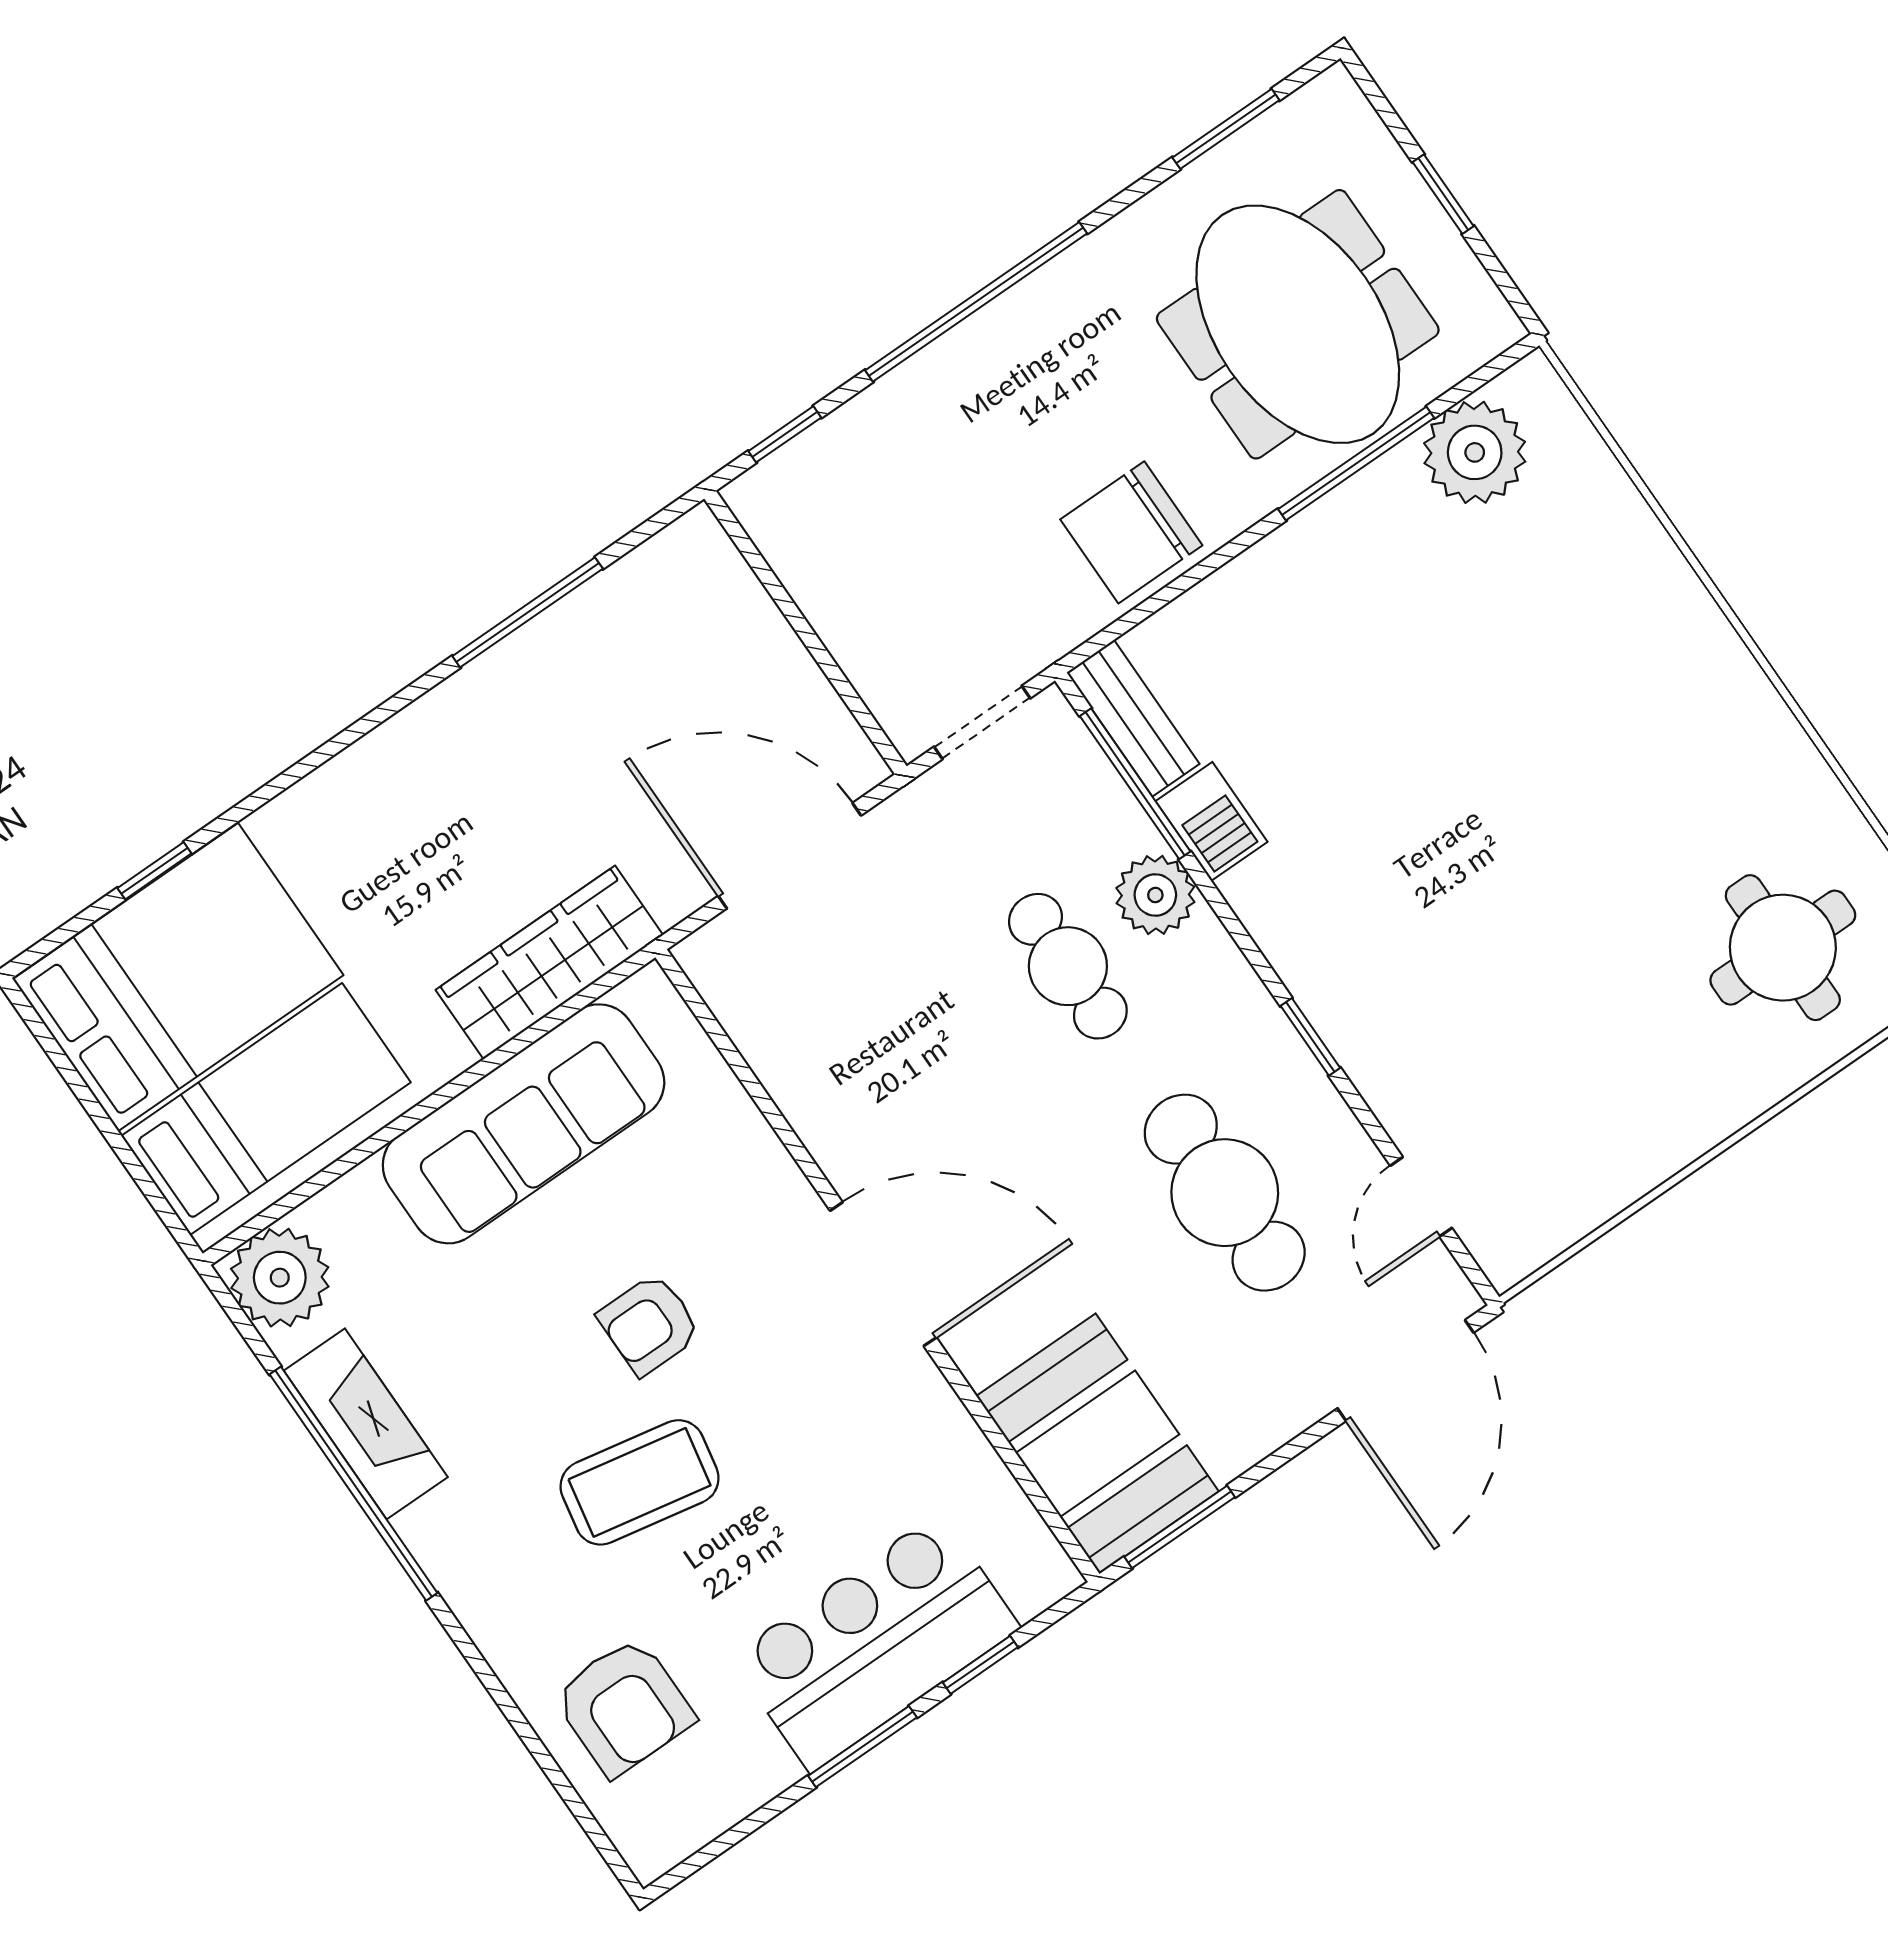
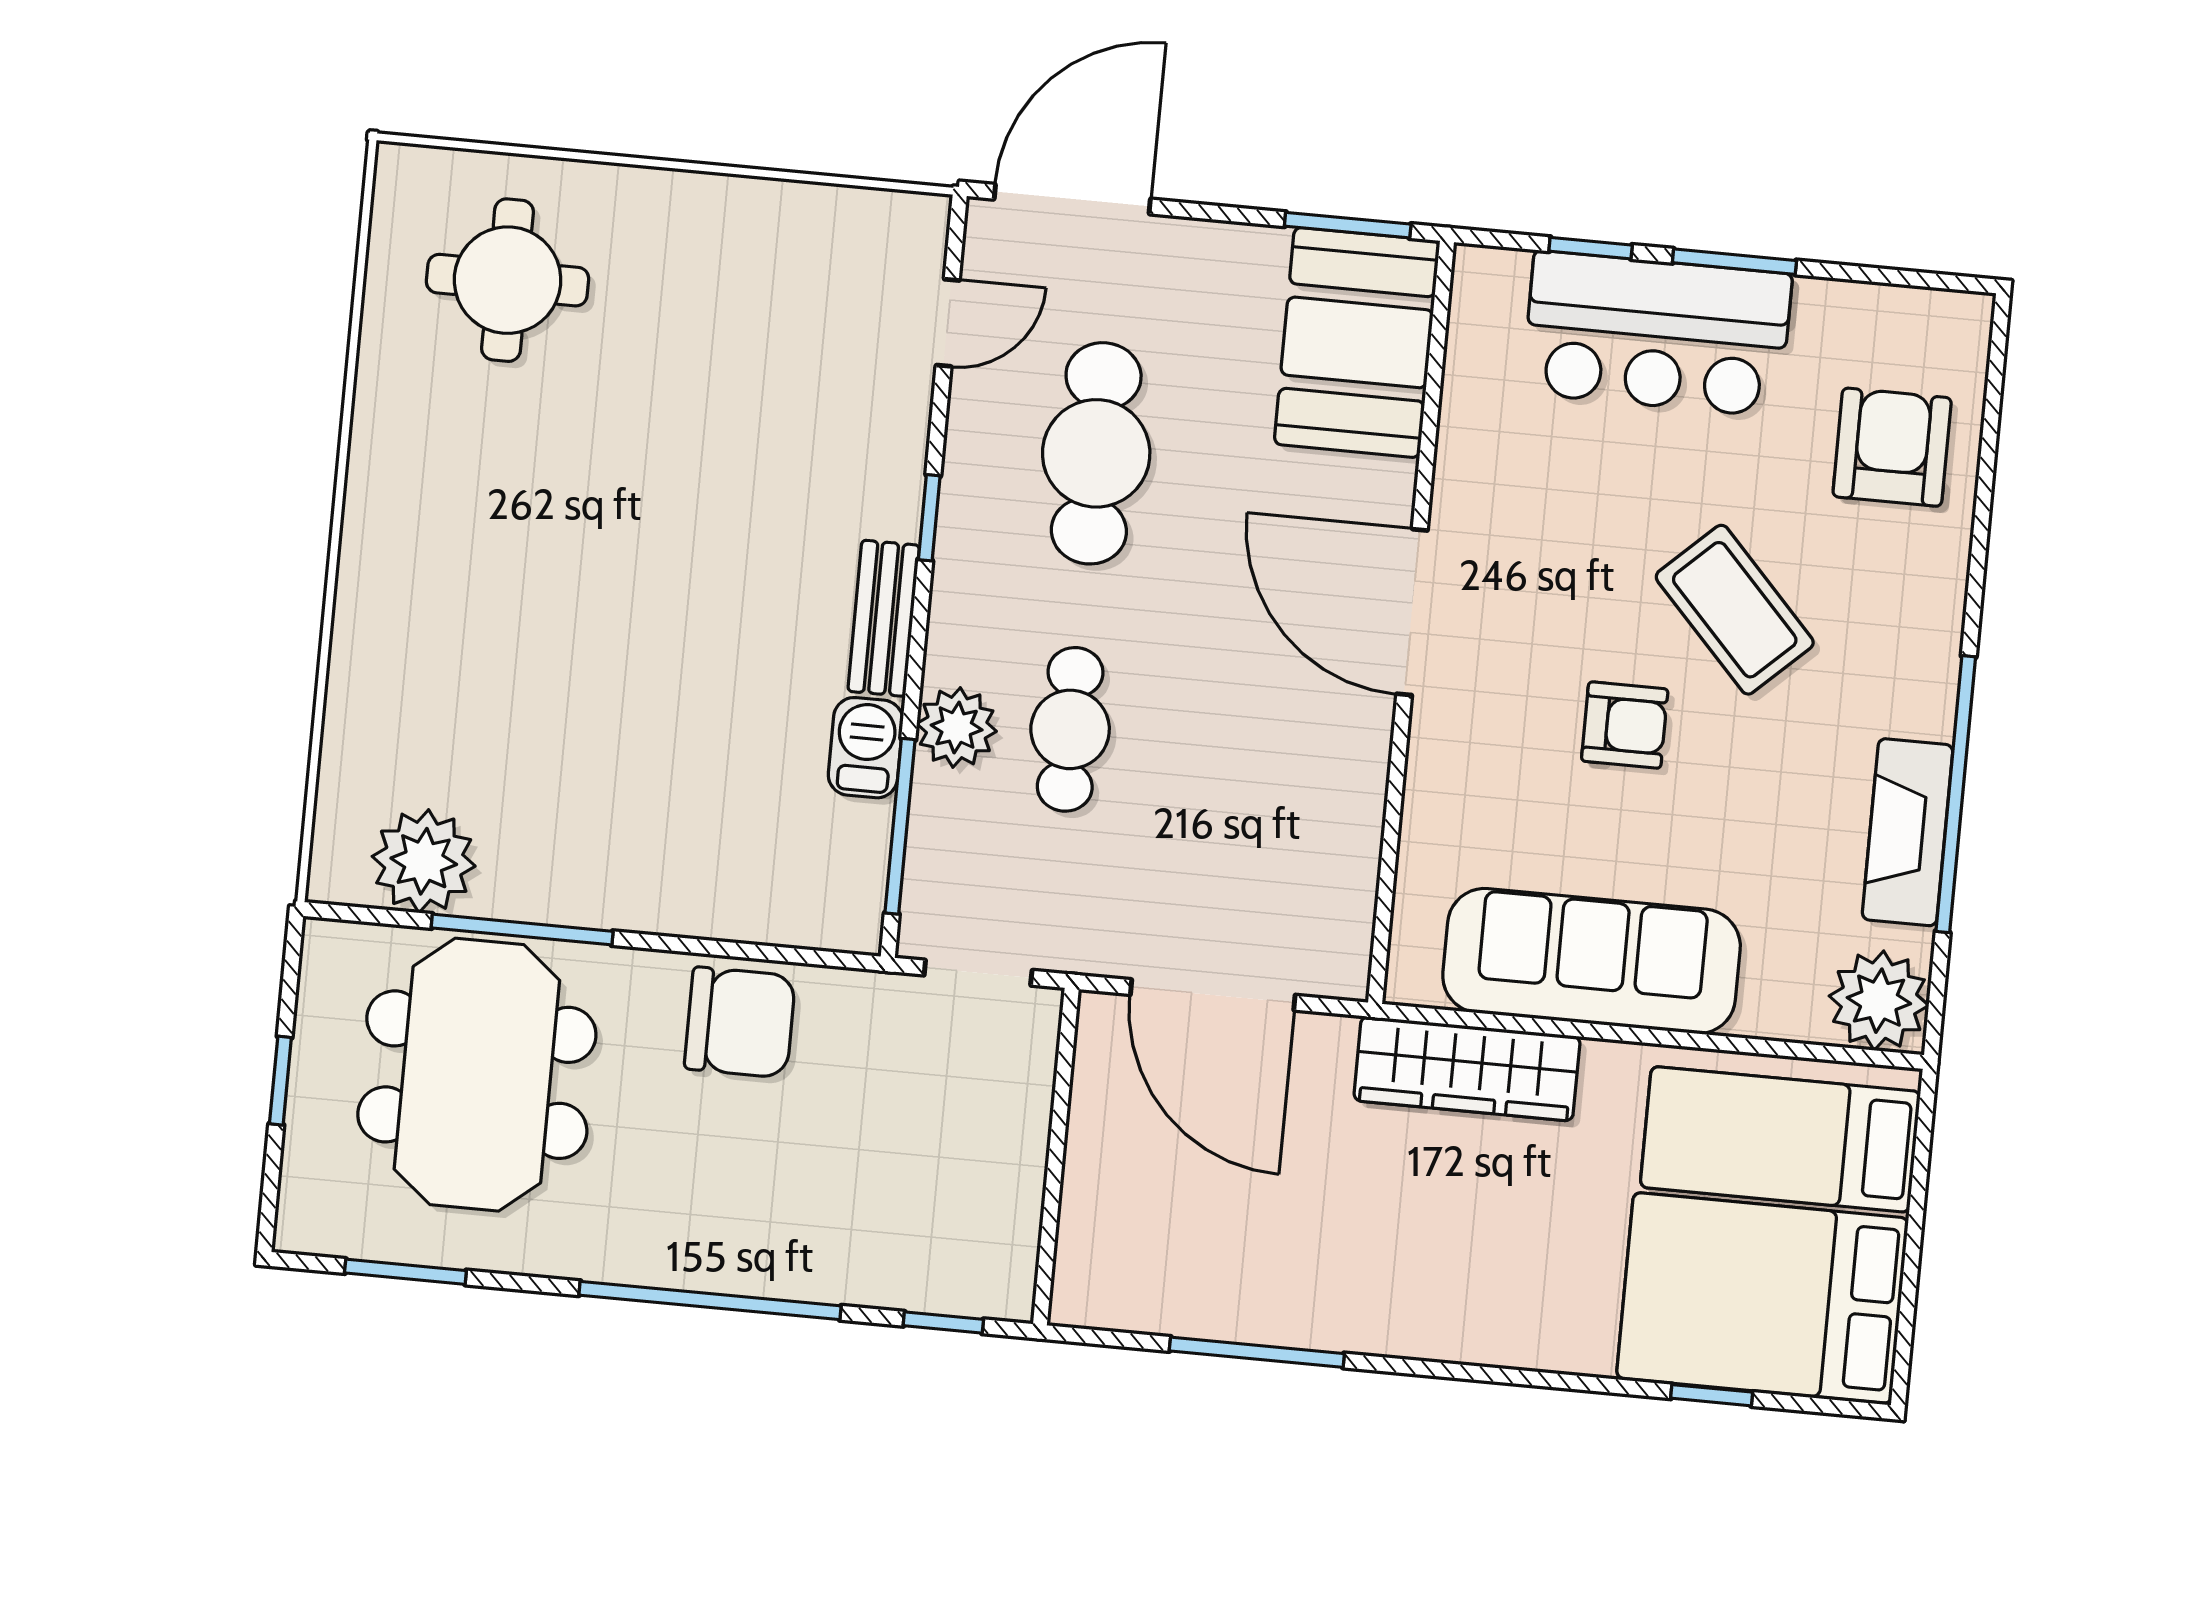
bench: (1133, 718) -> (884, 618), moved
coffee table: (640, 1482) -> (1735, 610), turned 36

